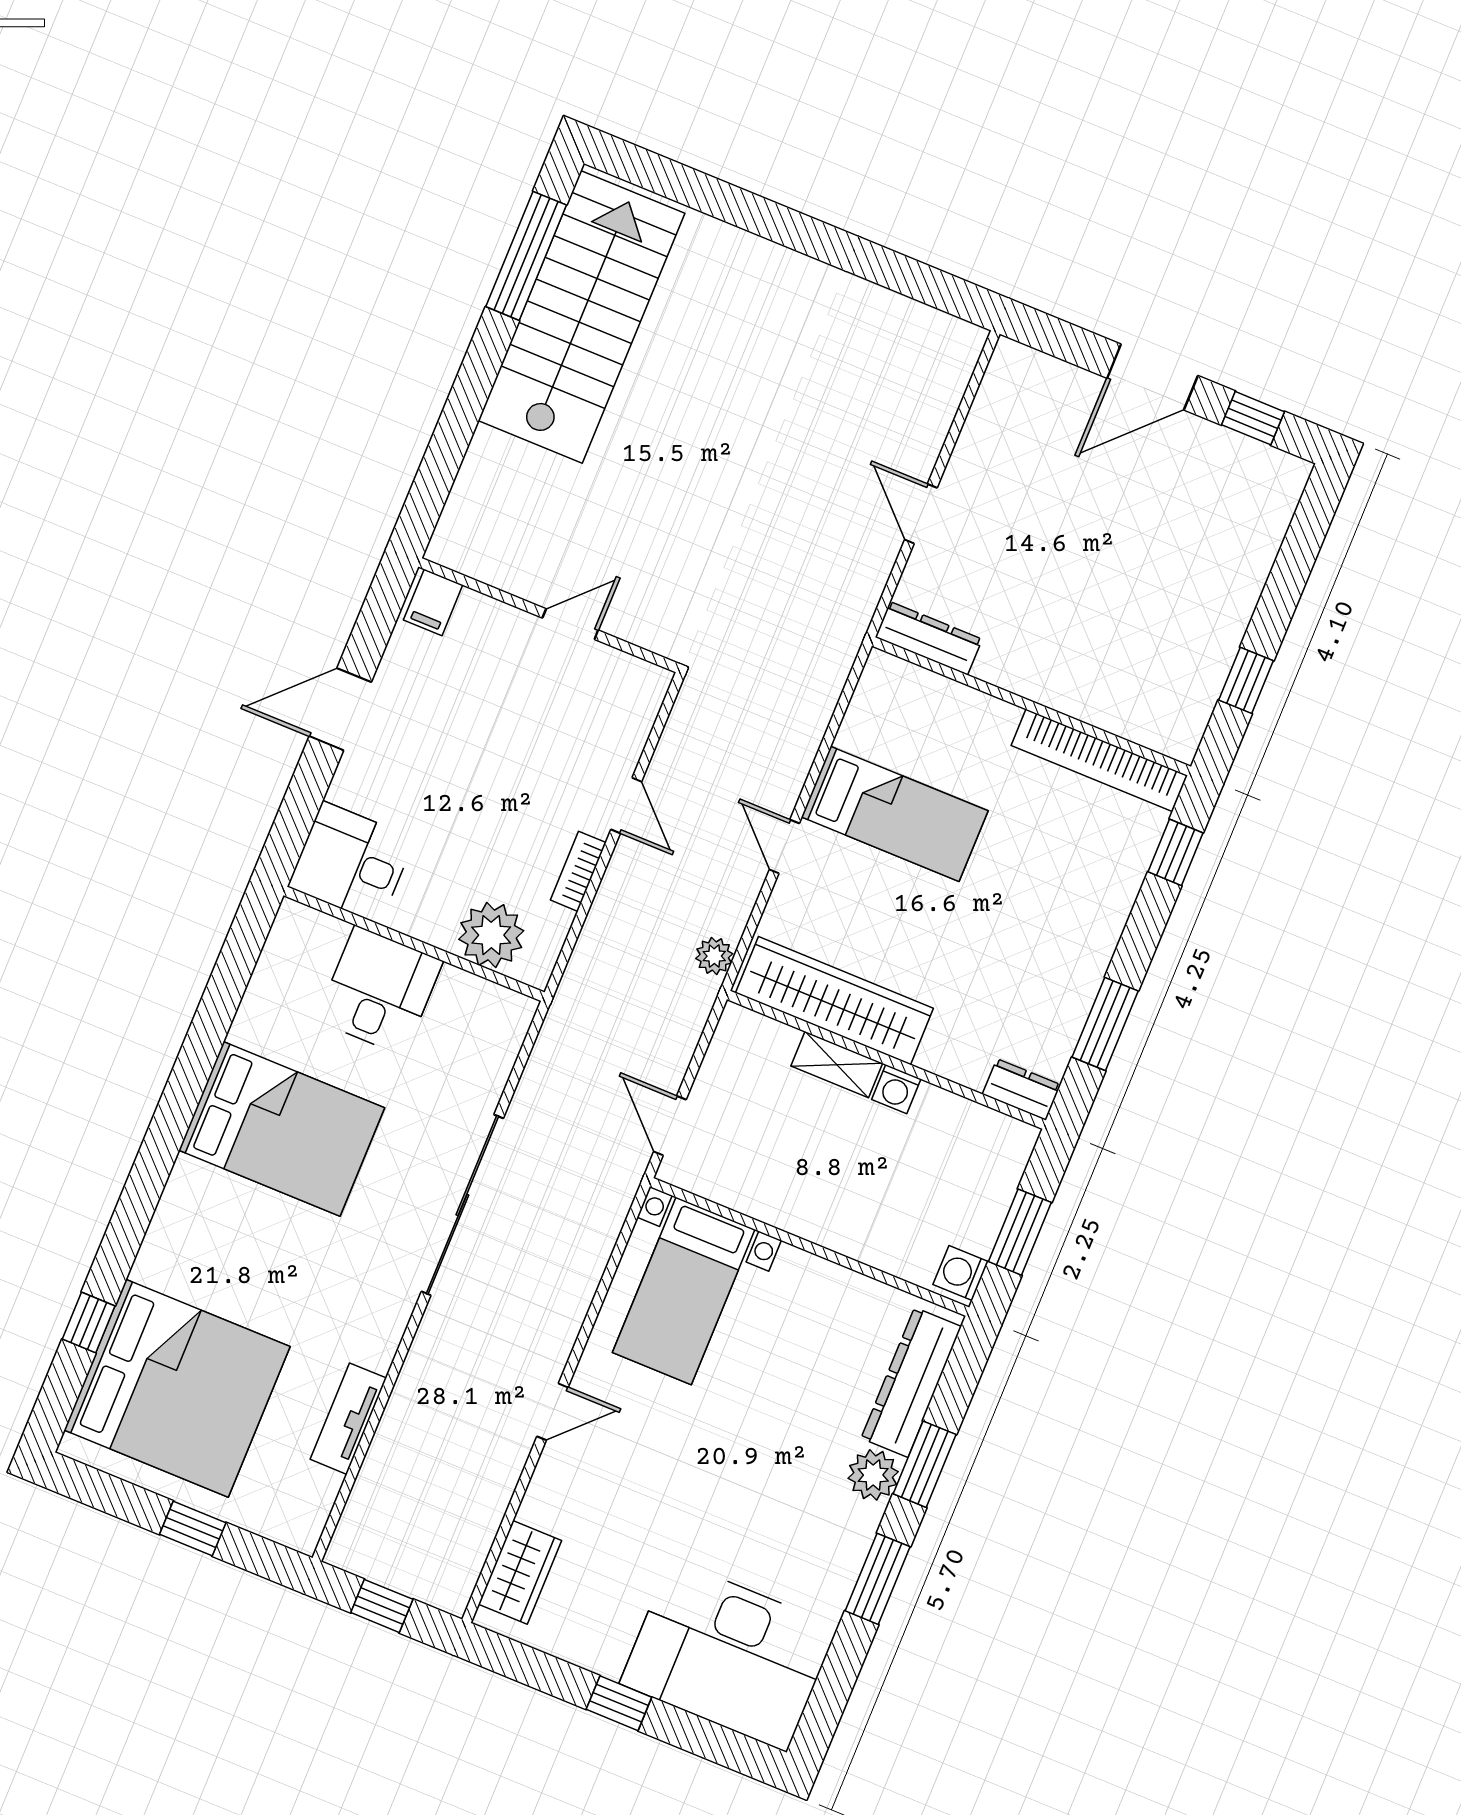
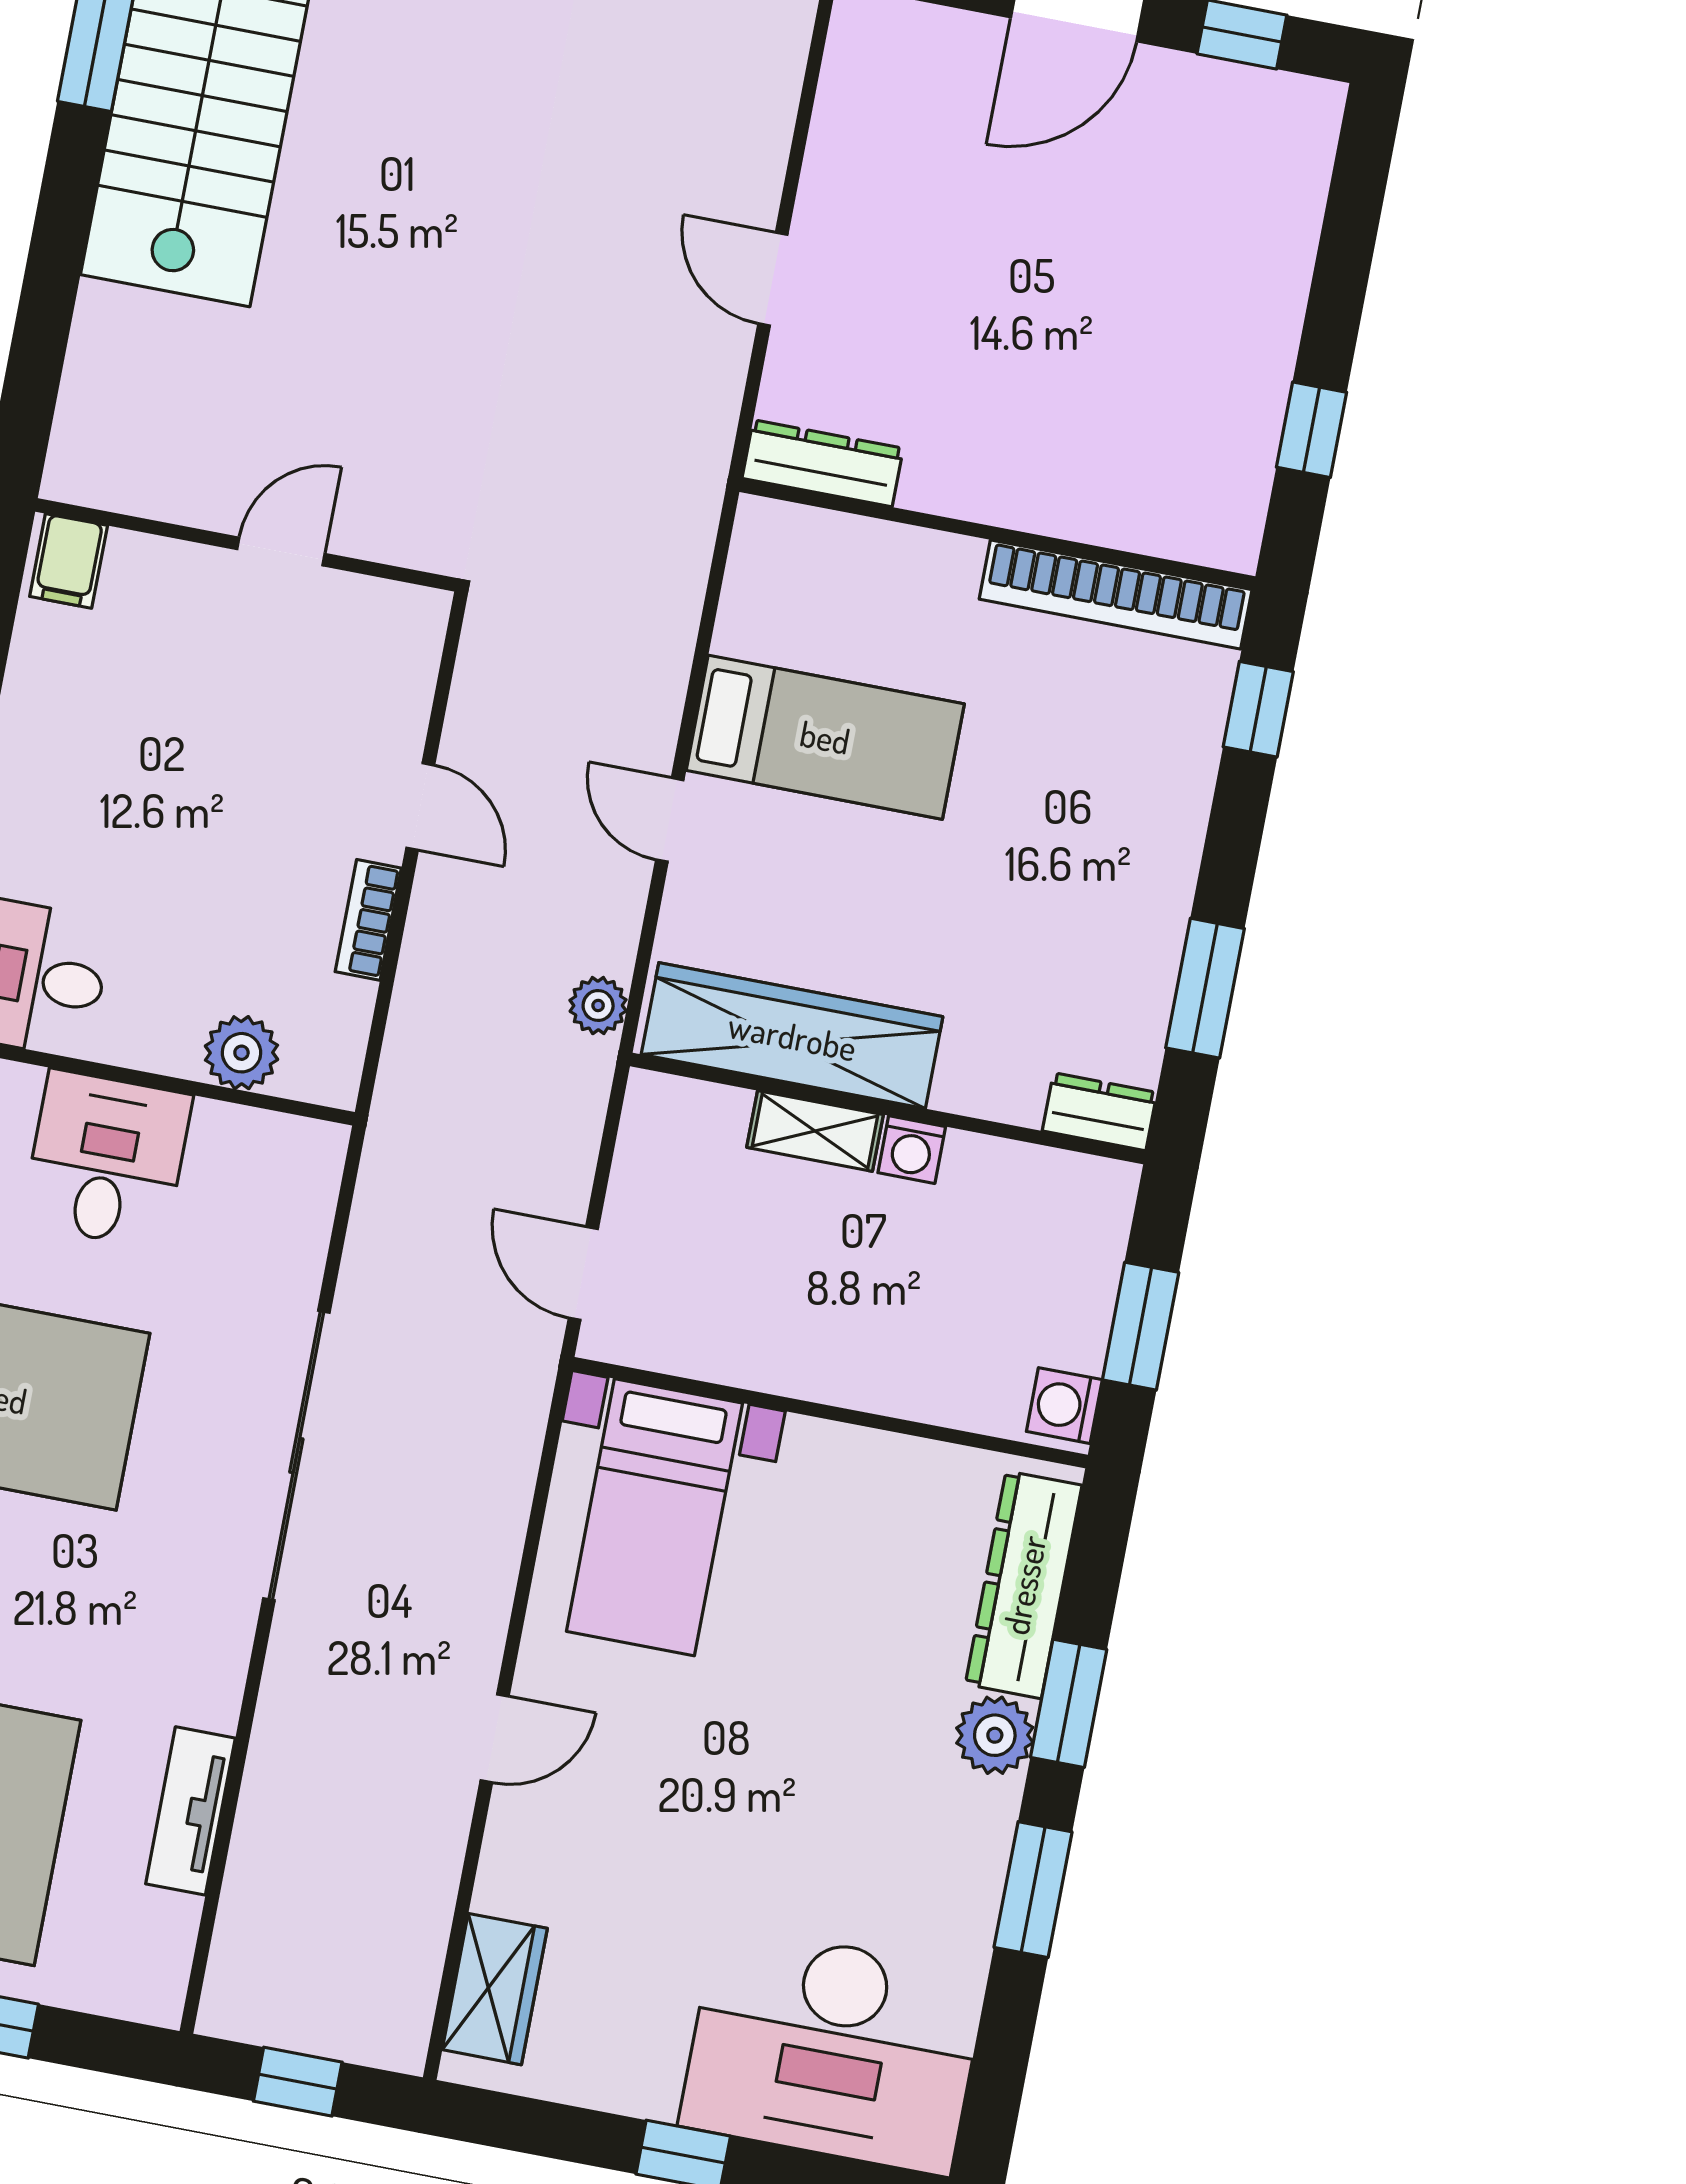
plant: (491, 935) -> (241, 1053), width x0.73, depth x0.73

